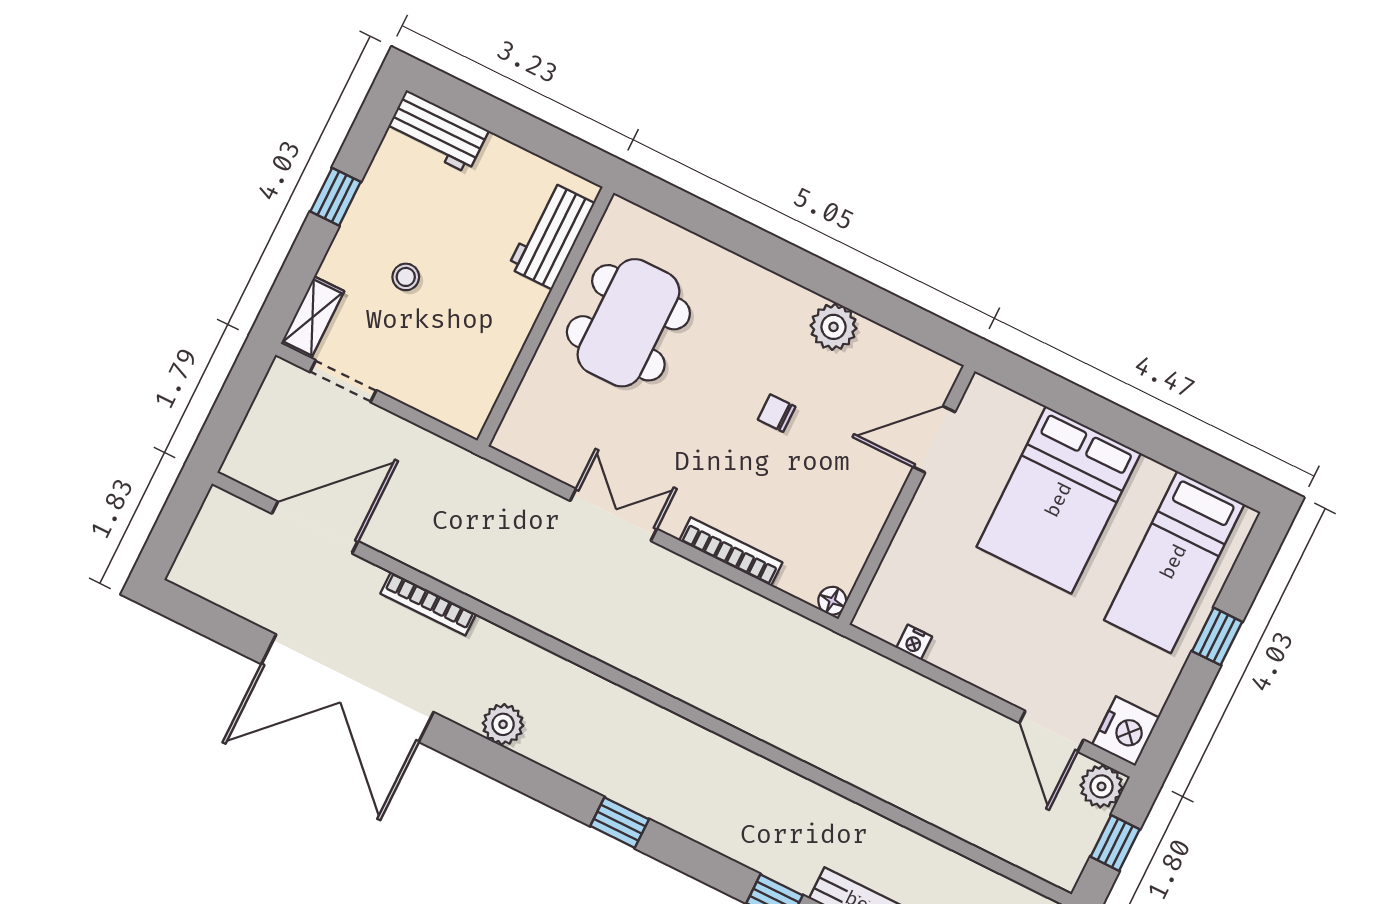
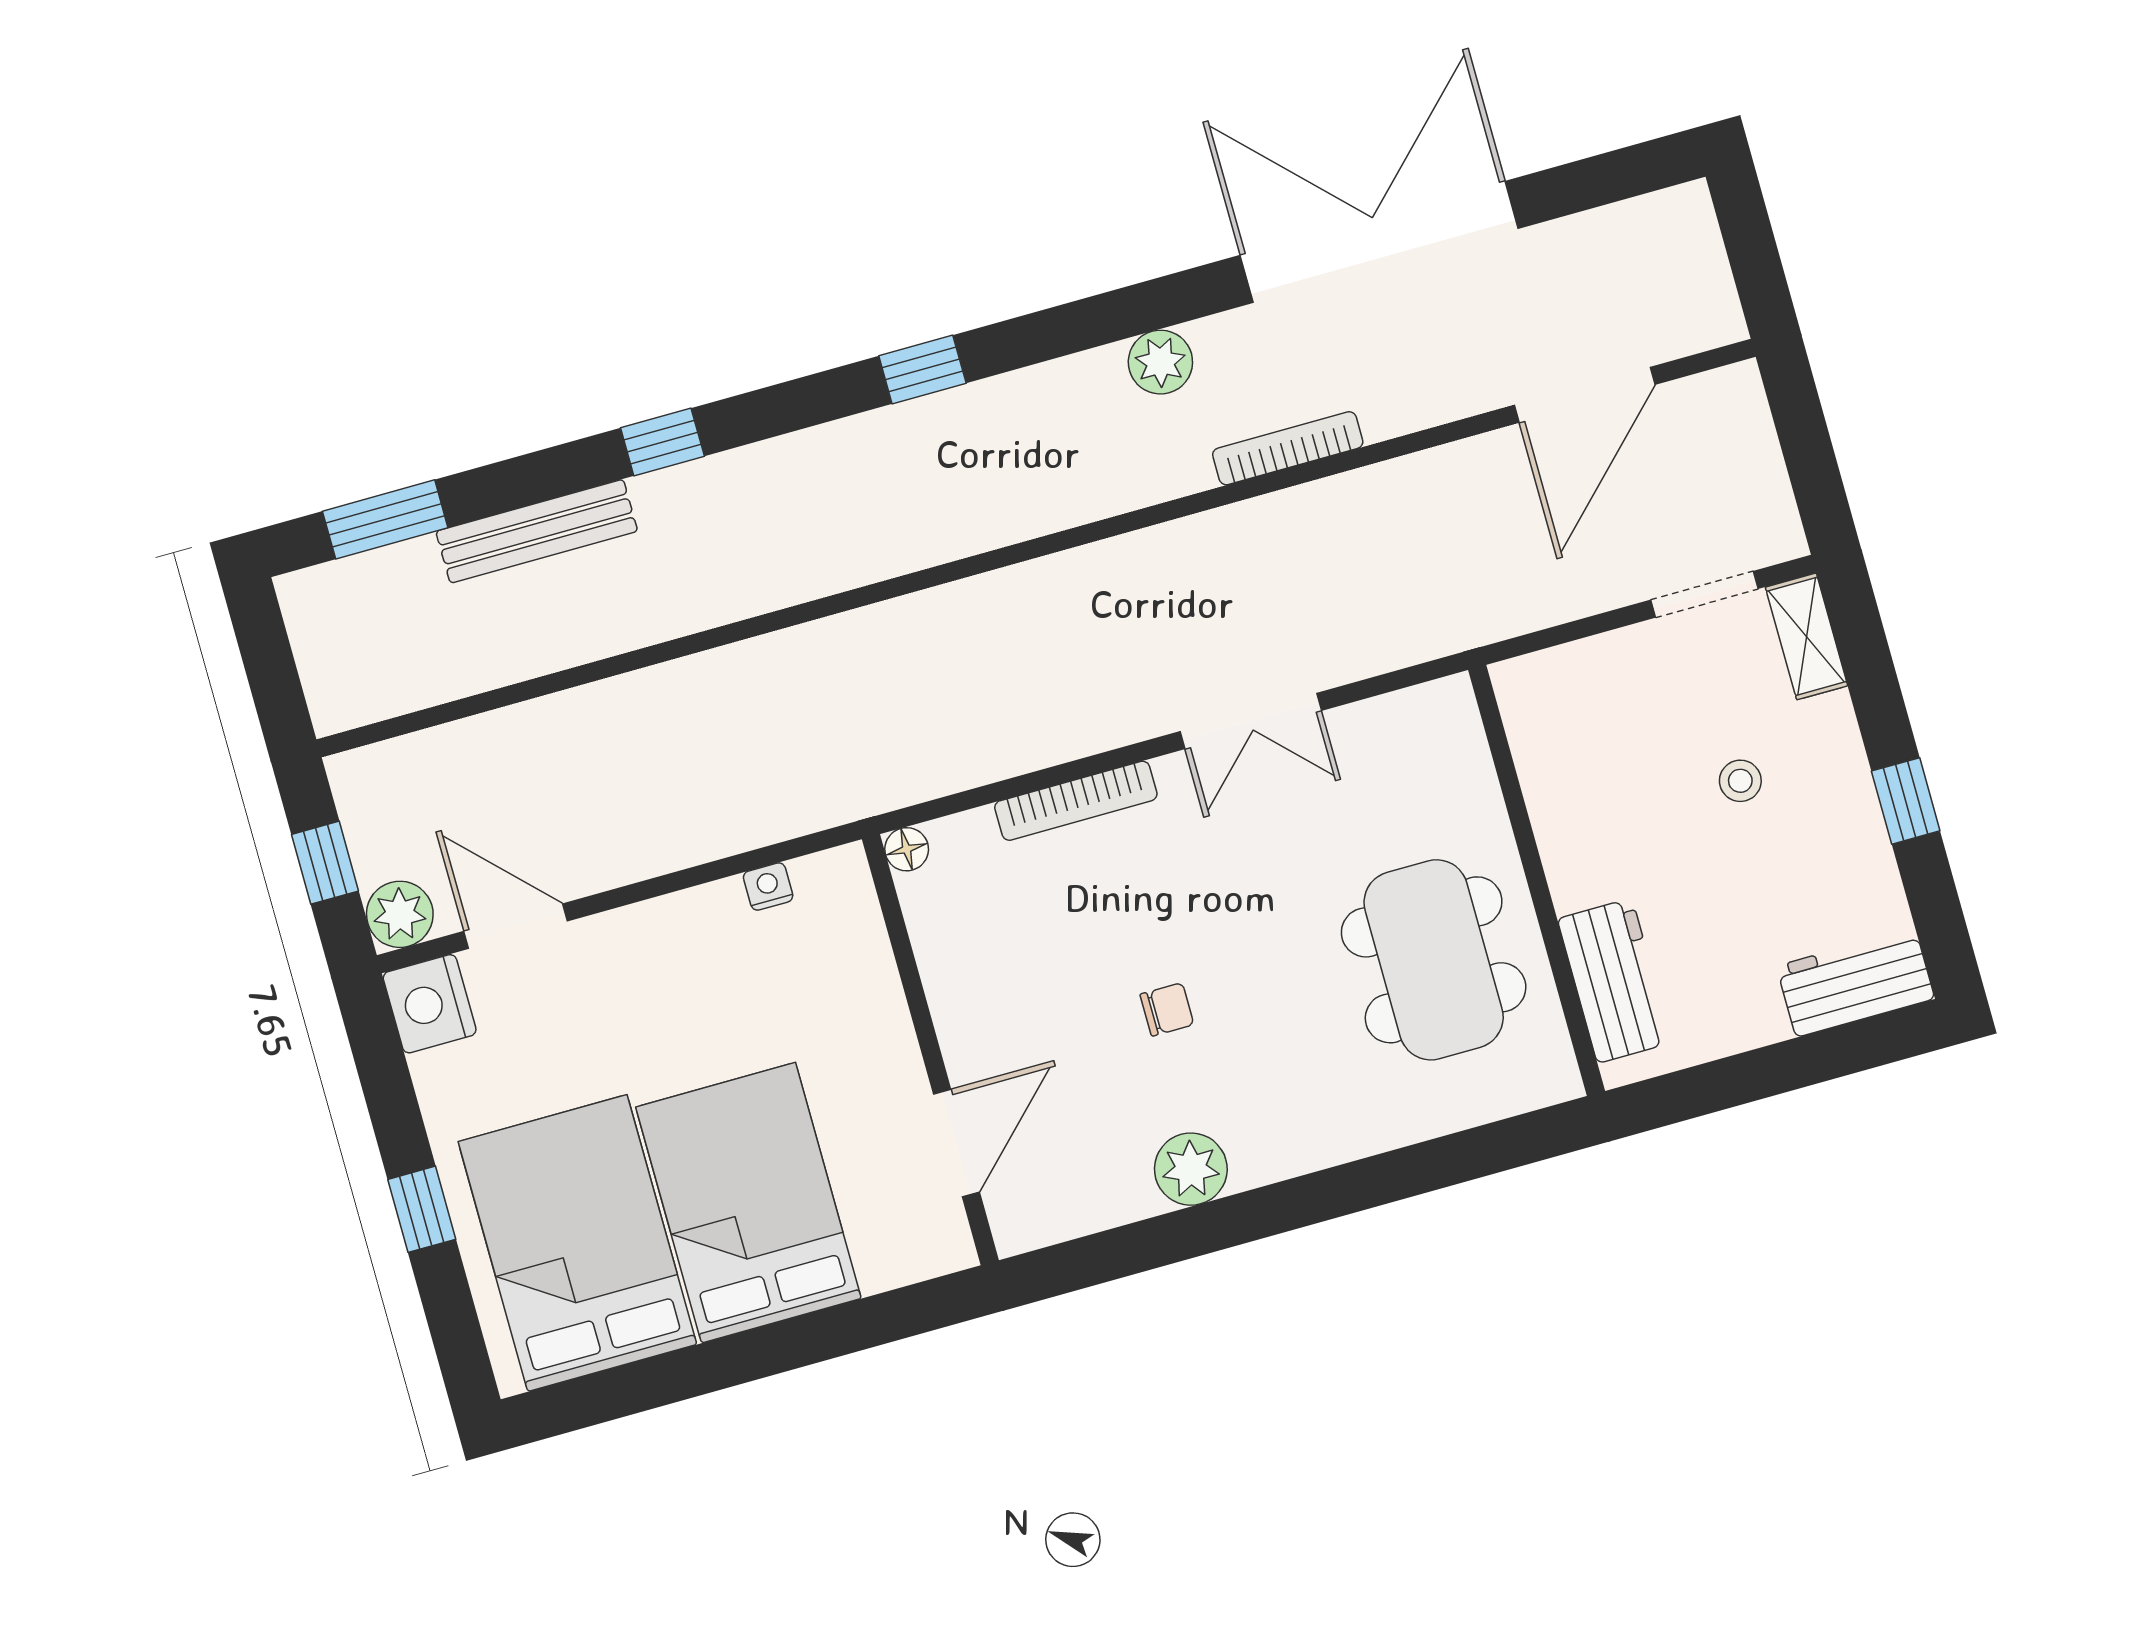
bed: (1174, 562) -> (577, 1243), width x1.50
bookcase: (428, 604) -> (1288, 448), moved

